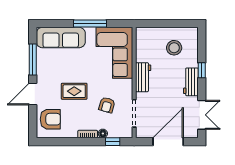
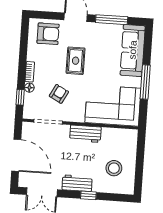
armchair: (107, 105) -> (59, 94), turned 102
armchair: (50, 119) -> (48, 34), turned -90

